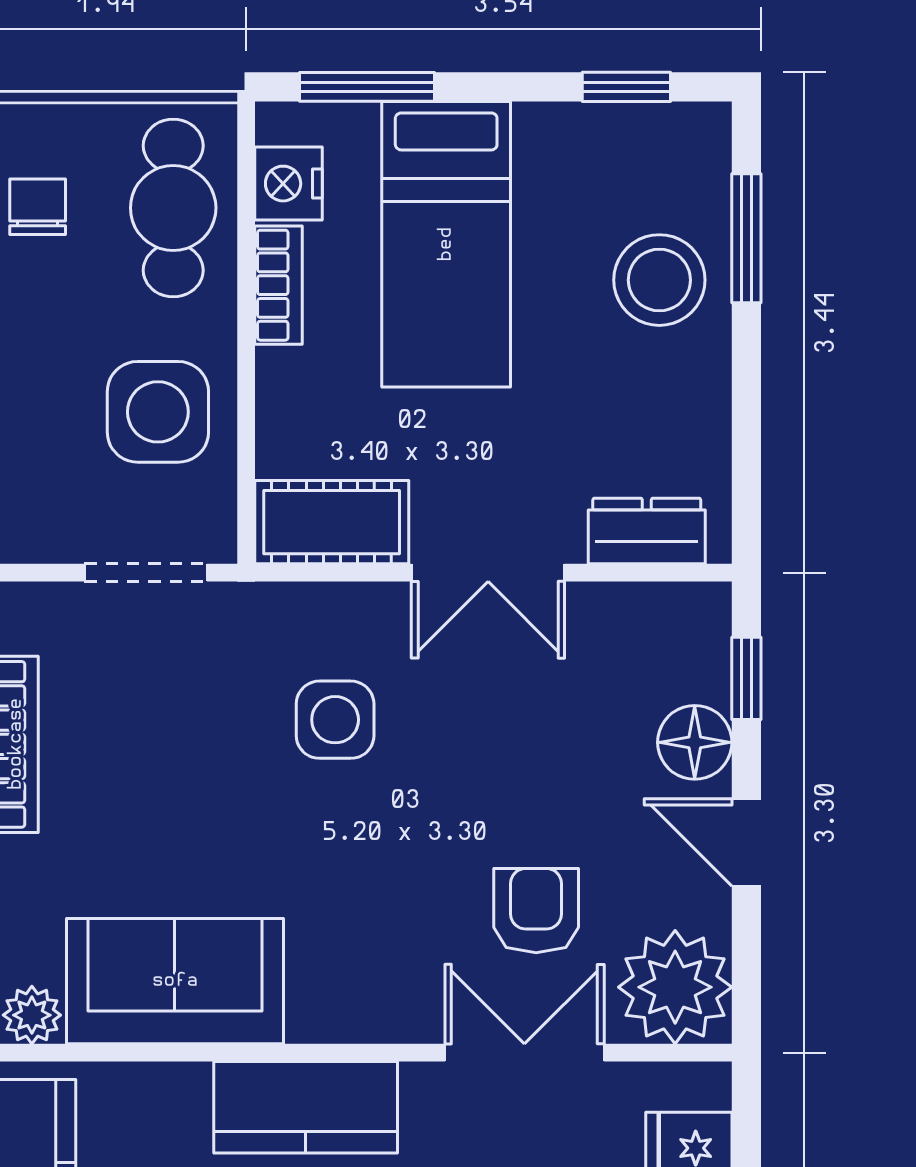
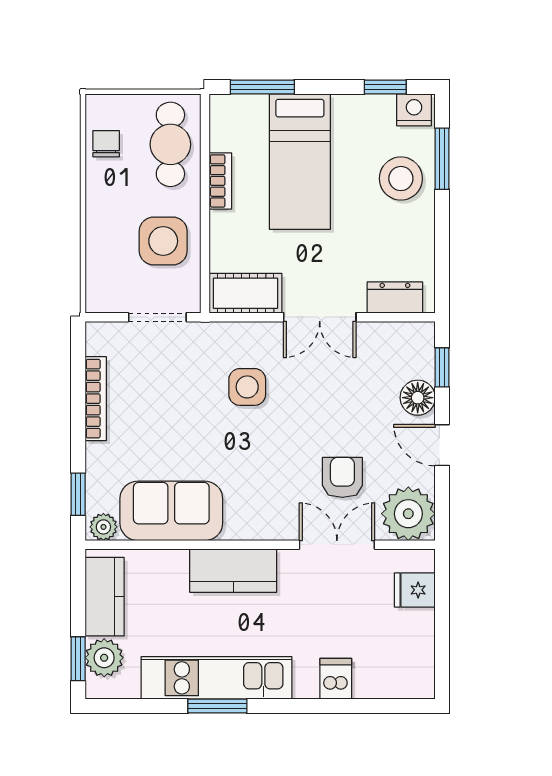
nightstand: (288, 184) -> (414, 110), moved, turned 90

